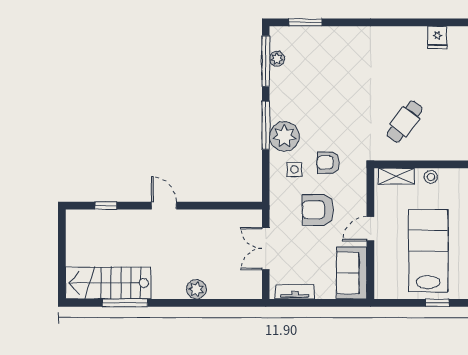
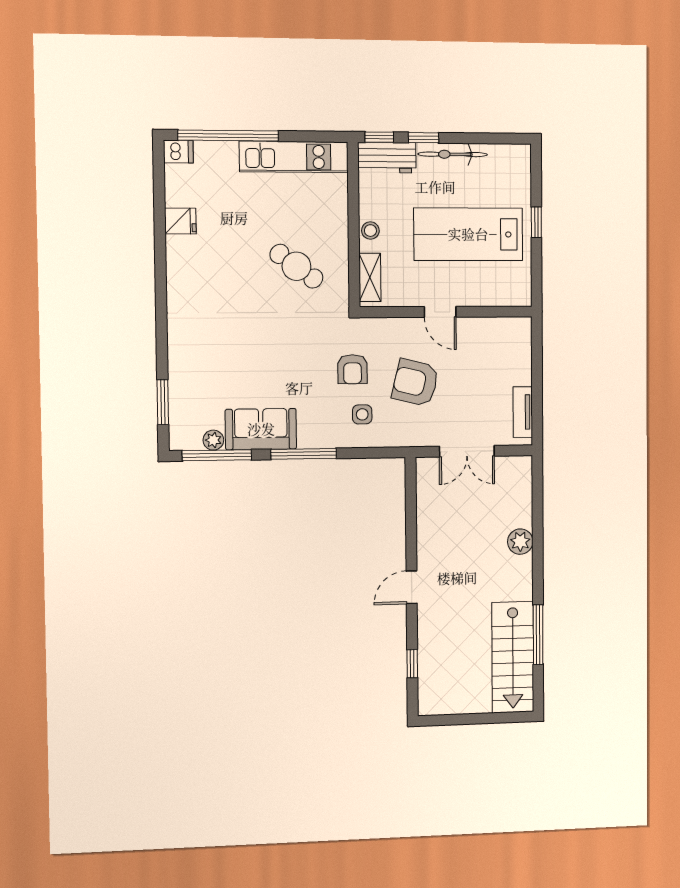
plant: (284, 136) -> (318, 429), removed
armchair: (318, 210) -> (415, 383), turned 104
sofa: (352, 273) -> (261, 429), moved, turned 180

